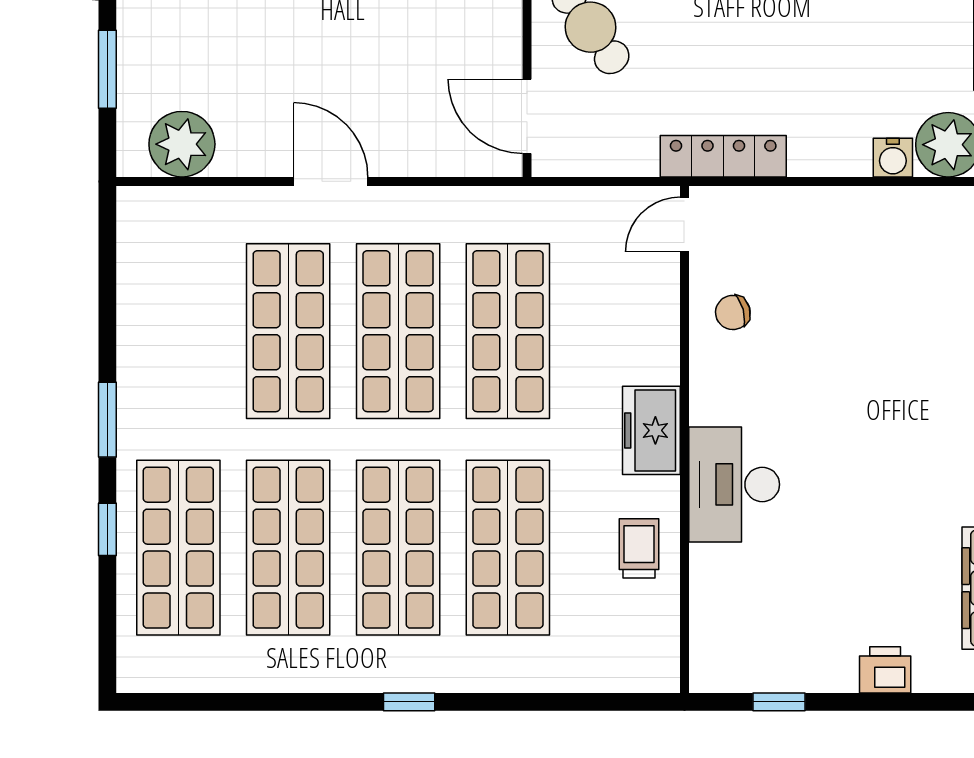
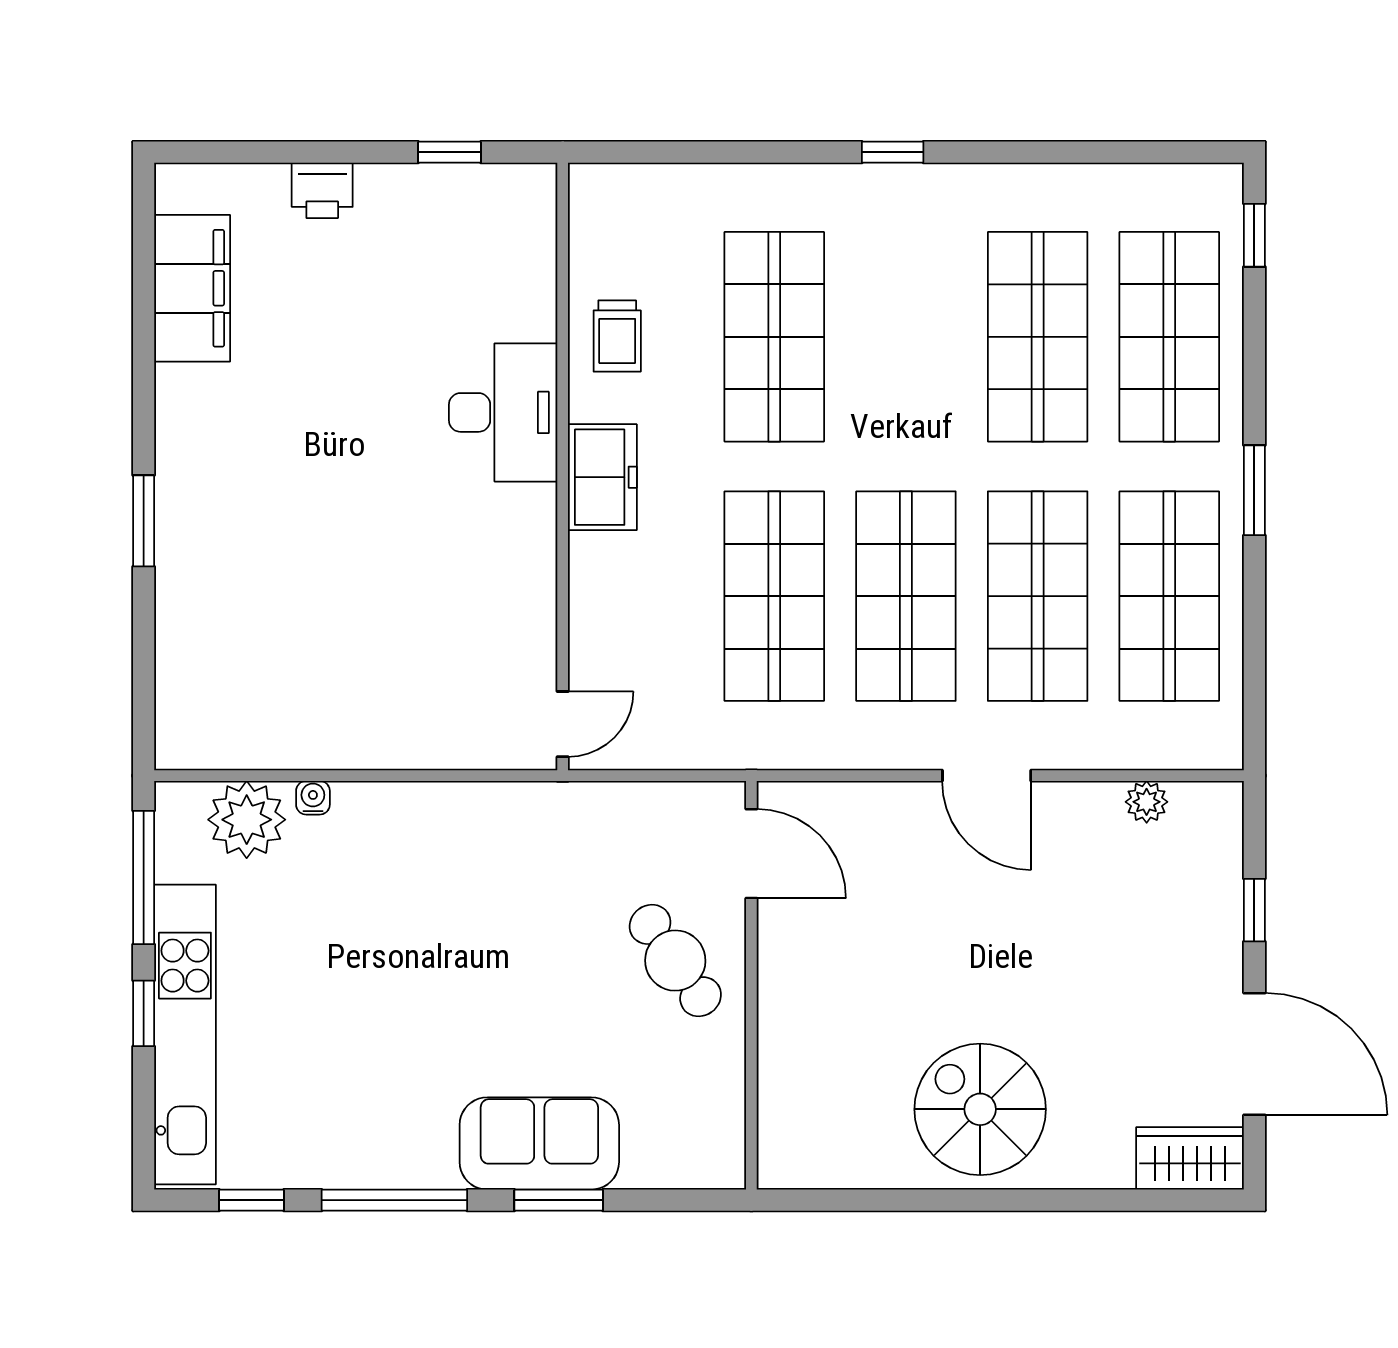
window: (107, 69) -> (1254, 910), width x0.67
plant: (182, 144) -> (1147, 802), width x0.53, depth x0.53
locker: (723, 156) -> (516, 806), removed
water cooler: (893, 158) -> (313, 798), width x0.72, depth x0.72
chair: (733, 312) -> (505, 619), removed
window: (107, 529) -> (1254, 235), moved
shop shelf: (398, 548) -> (1169, 596), moved

